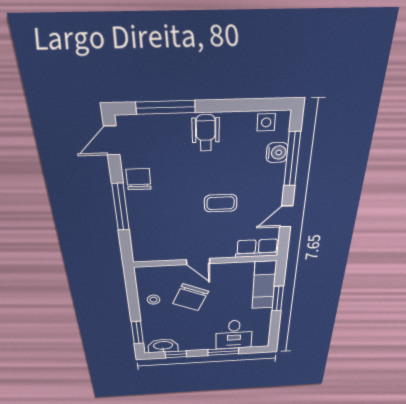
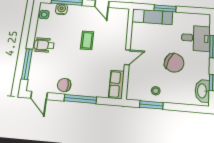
row of seats: (257, 248) -> (116, 84), moved
chair: (191, 297) -> (174, 63), moved
window: (137, 333) -> (151, 105), moved

